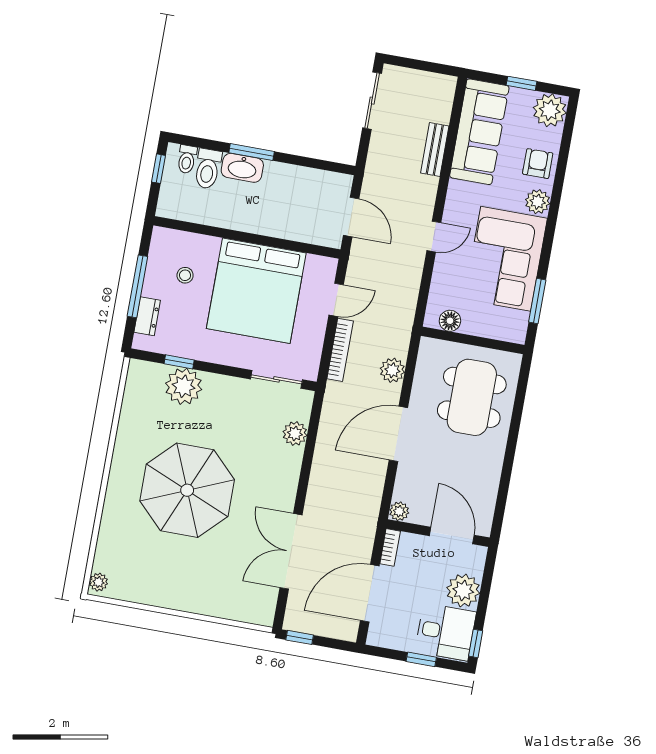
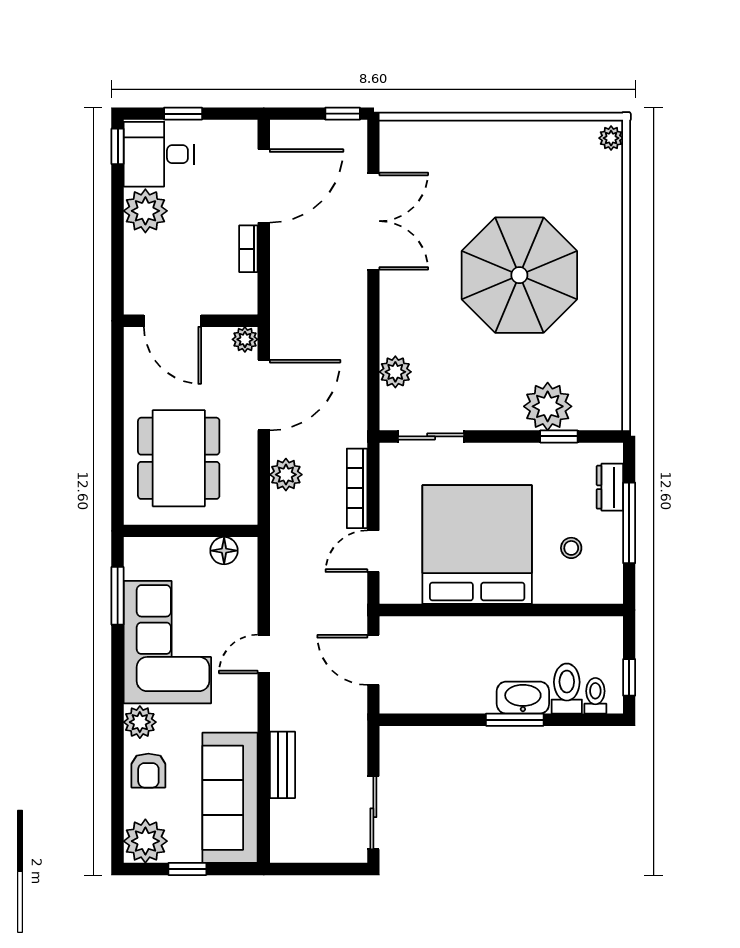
plant: (399, 511) -> (245, 339), moved
wall: (438, 533) -> (191, 321), moved
door: (452, 535) -> (173, 321), moved

